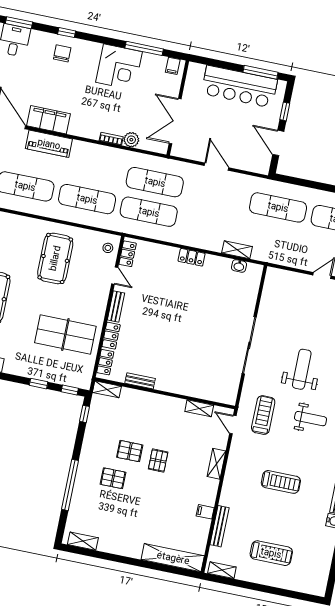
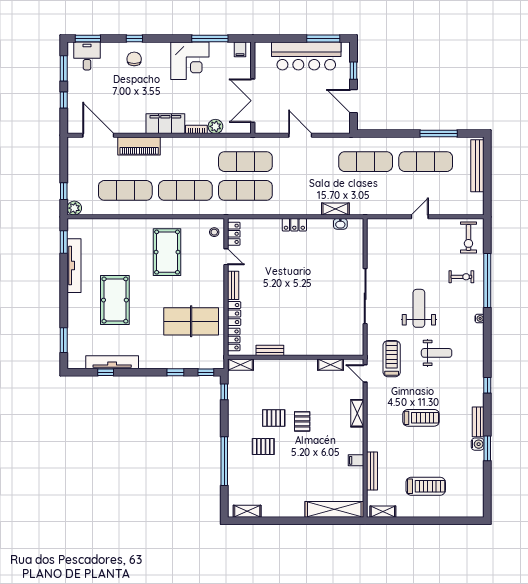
filing cabinet: (48, 120) -> (165, 124), moved

